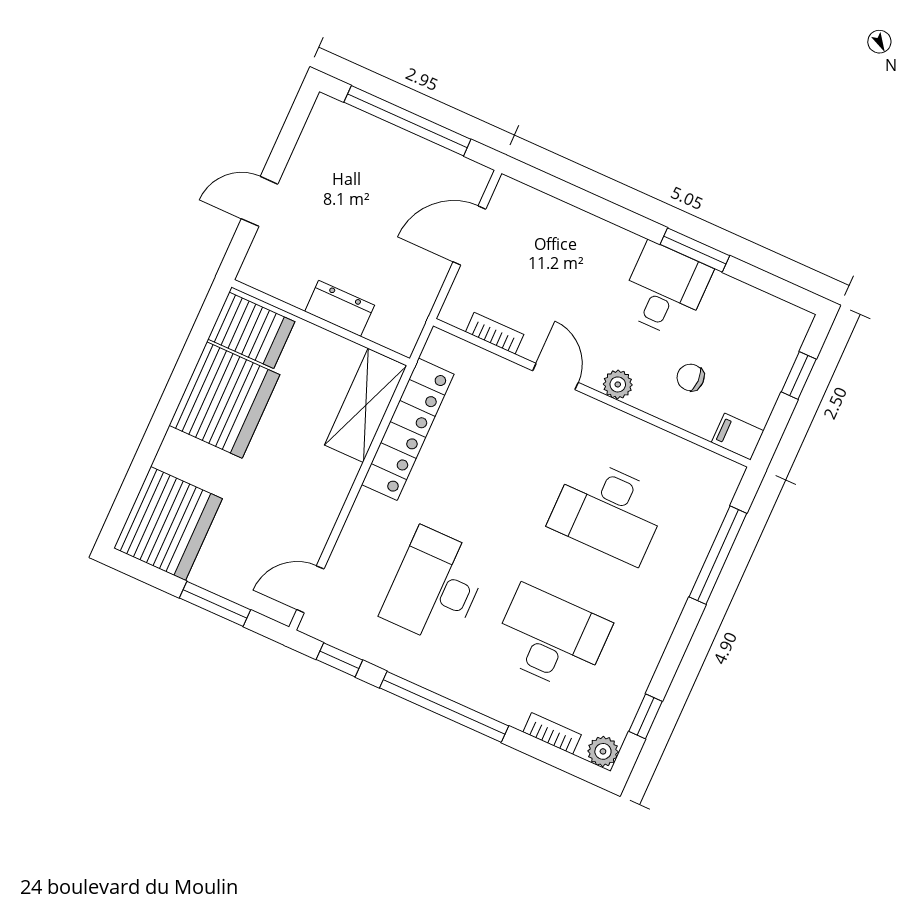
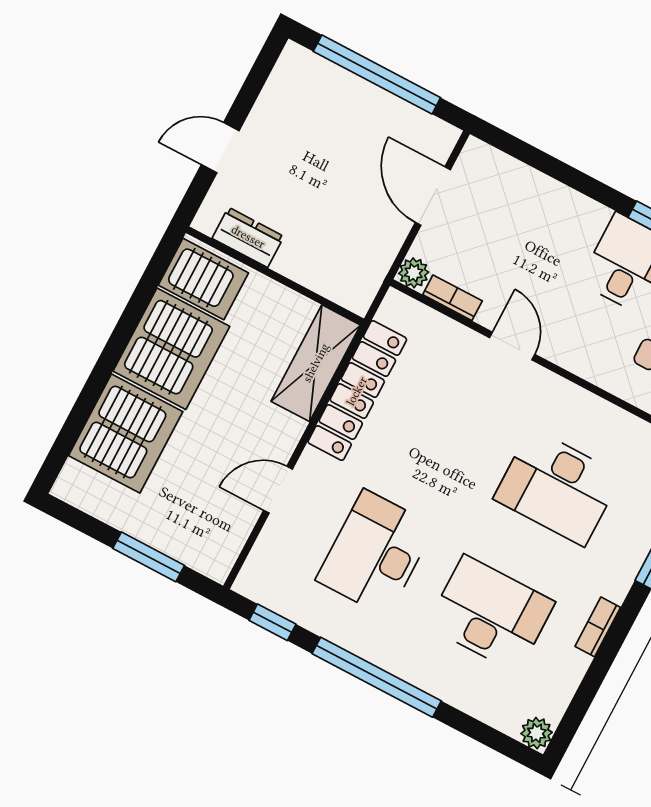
door: (469, 235) -> (433, 196), hinge flipped
dresser: (340, 308) -> (248, 237), moved
plant: (618, 384) -> (414, 273), moved
server rack: (168, 523) -> (126, 434), moved
door: (310, 589) -> (278, 490), moved
window: (646, 716) -> (582, 700), removed
bookcase: (552, 733) -> (598, 627), moved, turned -90

